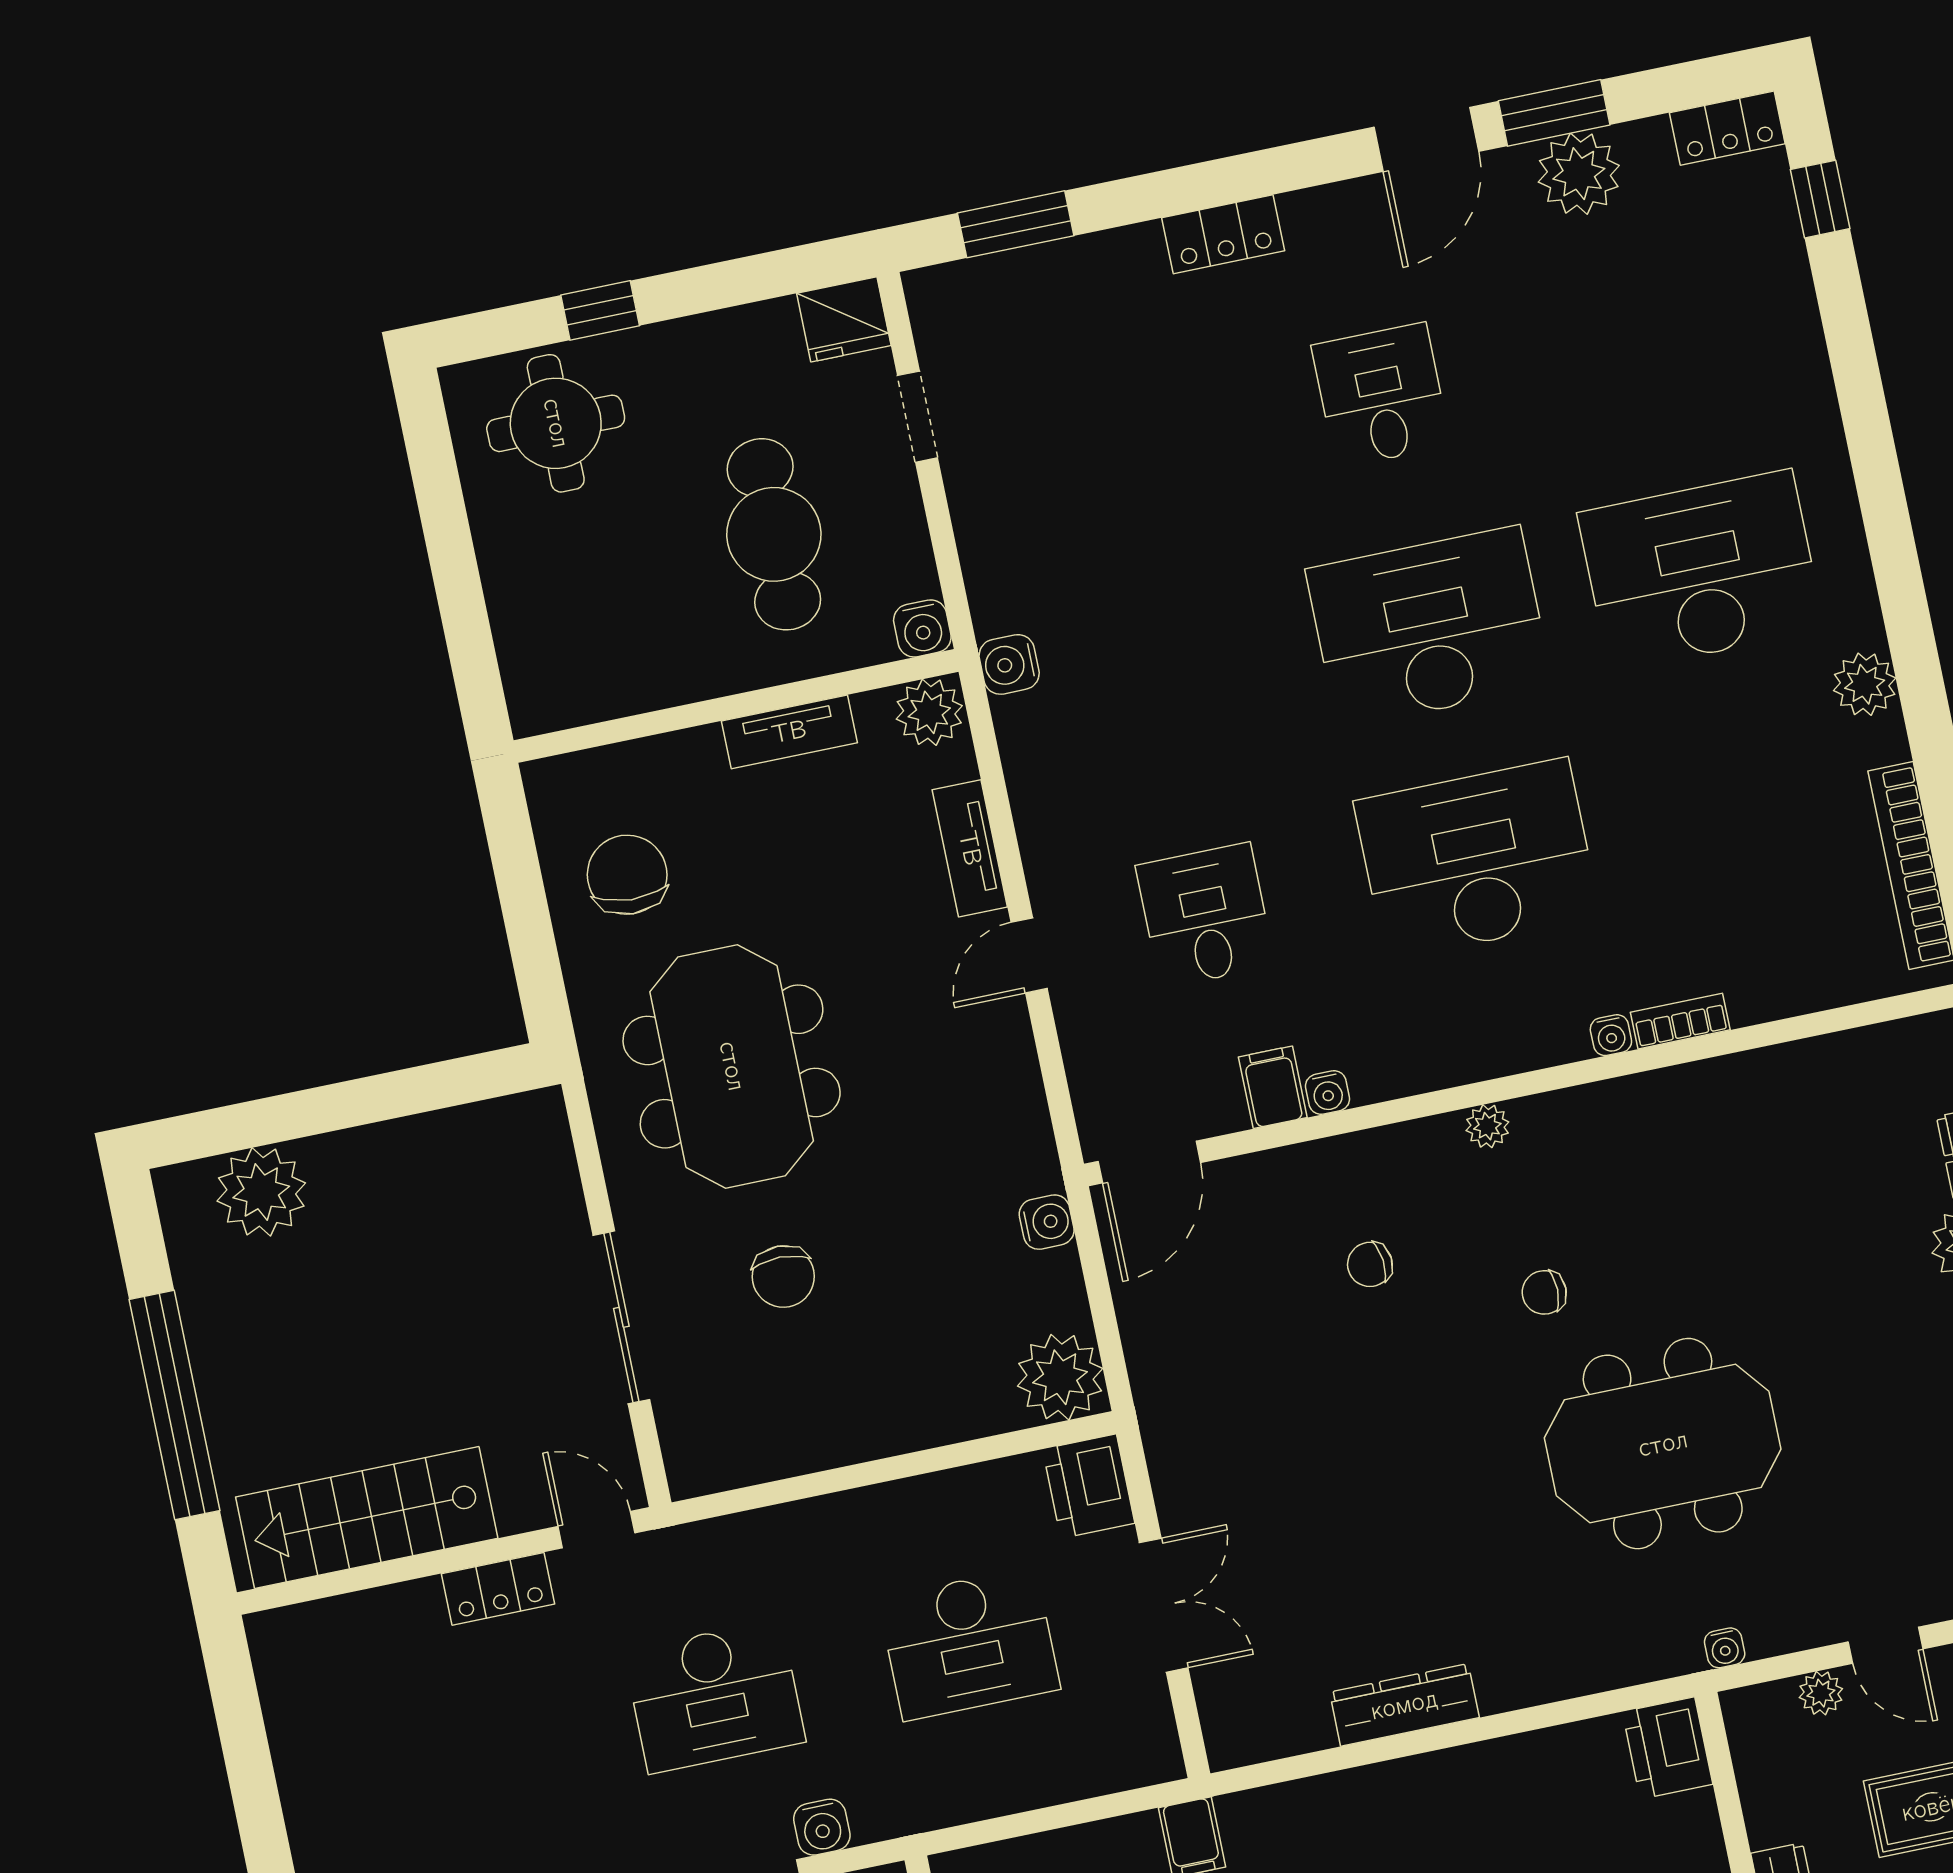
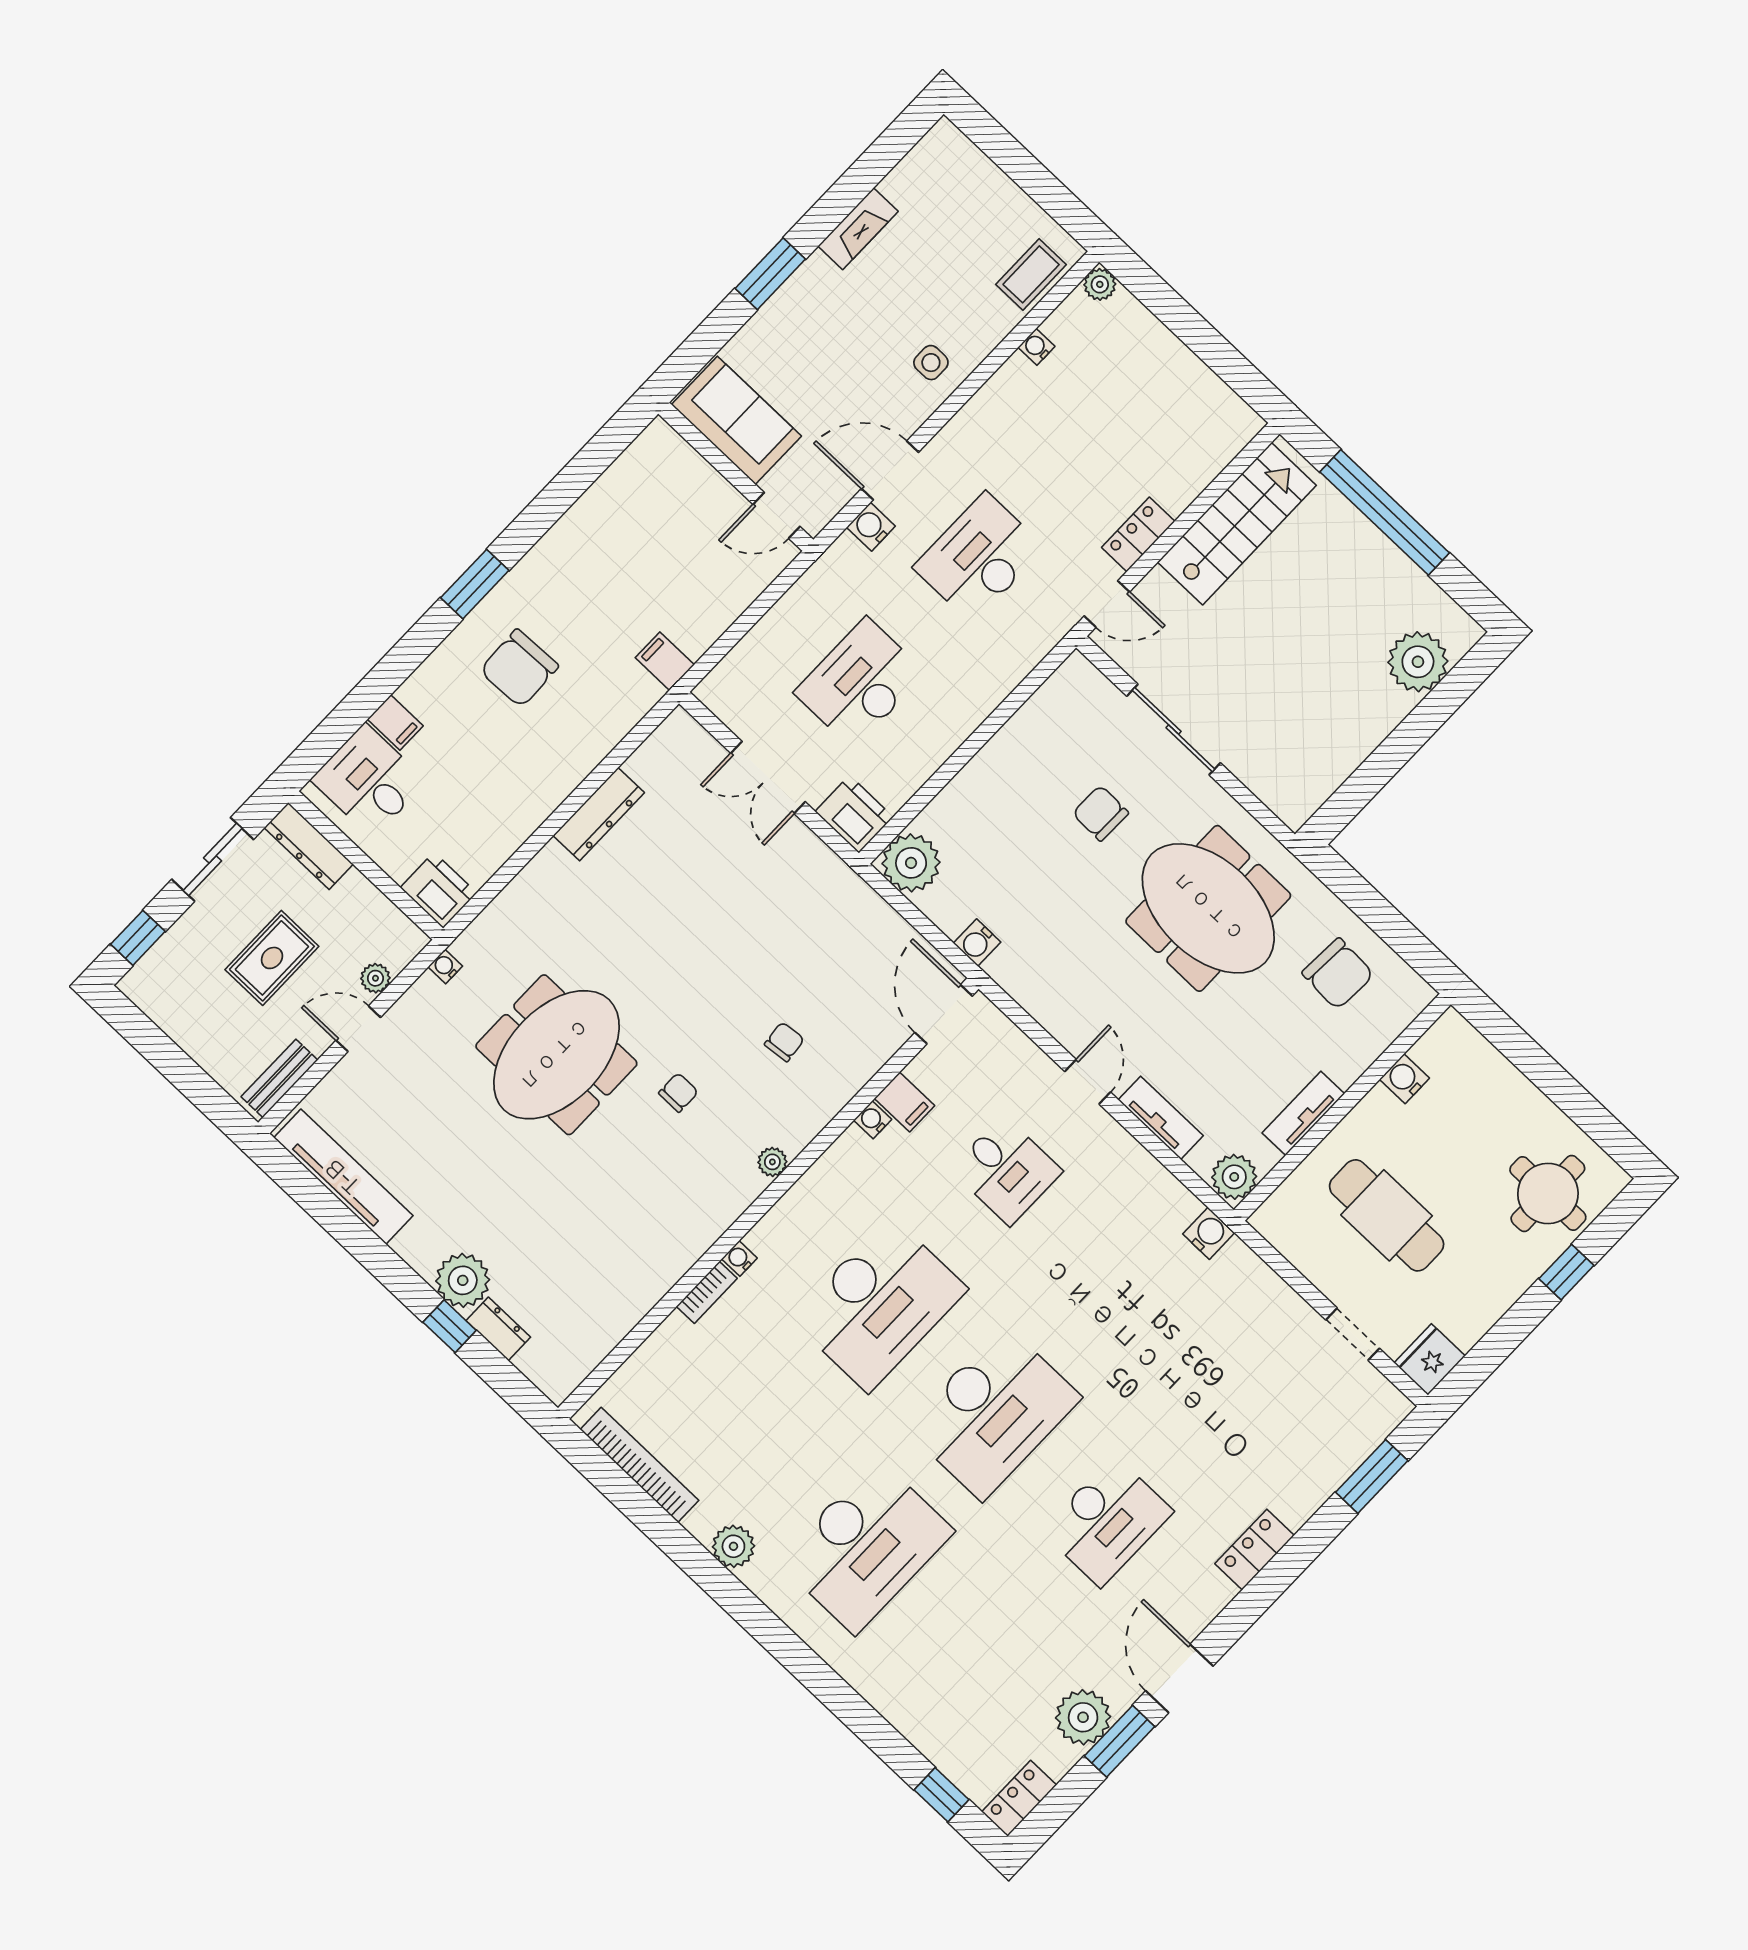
desk: (1381, 395) -> (1107, 1521), width x1.37
water cooler: (922, 628) -> (1404, 1079), moved

